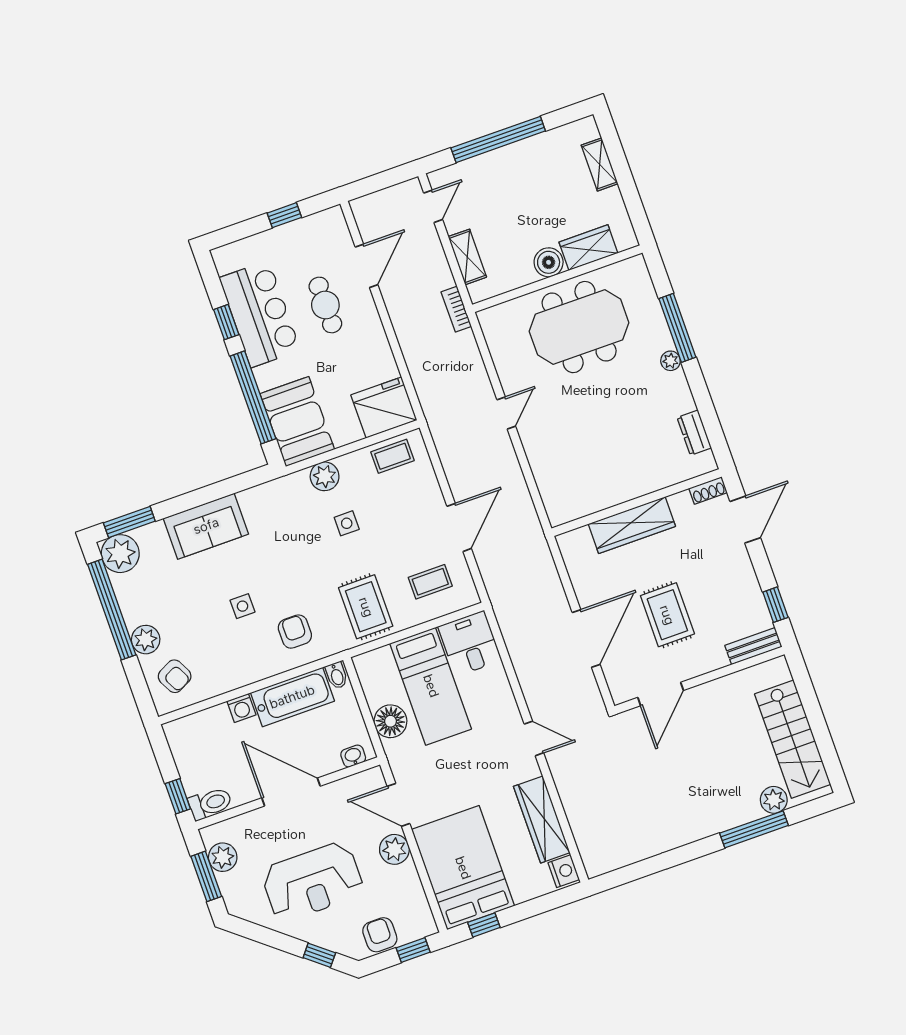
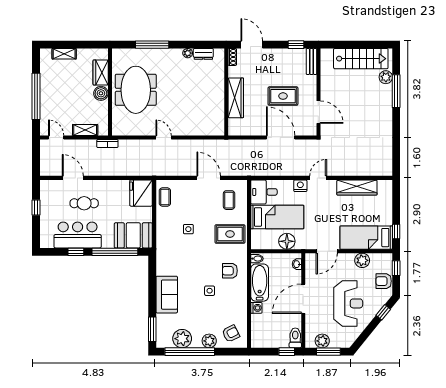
plant: (670, 361) -> (188, 53), moved
plant: (325, 476) -> (163, 232), removed
plant: (120, 554) -> (182, 339), moved
plant: (394, 849) -> (362, 260), moved
bed: (463, 868) -> (366, 238), width x0.67
nightstand: (564, 871) -> (300, 186), moved

